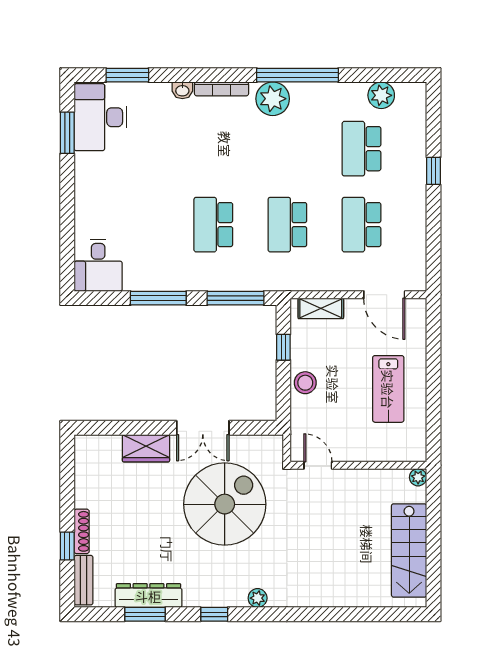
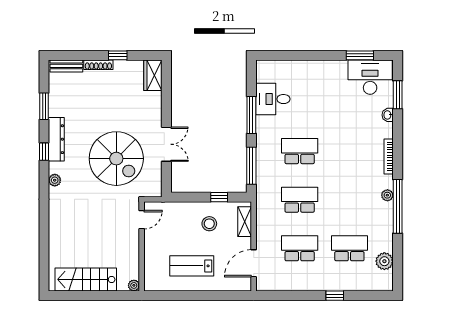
washbasin: (182, 90) -> (388, 115), moved
plant: (273, 99) -> (387, 195), width x0.53, depth x0.53
desk: (98, 265) -> (273, 99), moved
stool: (305, 383) -> (209, 224), moved
double door: (203, 428) -> (166, 144), swing flipped
wardrobe: (146, 448) -> (153, 75), moved
window: (67, 546) -> (118, 55), moved
dresser: (148, 596) -> (56, 139), moved

